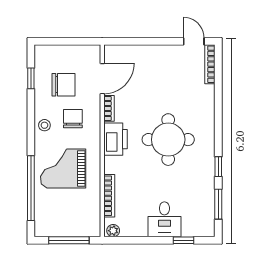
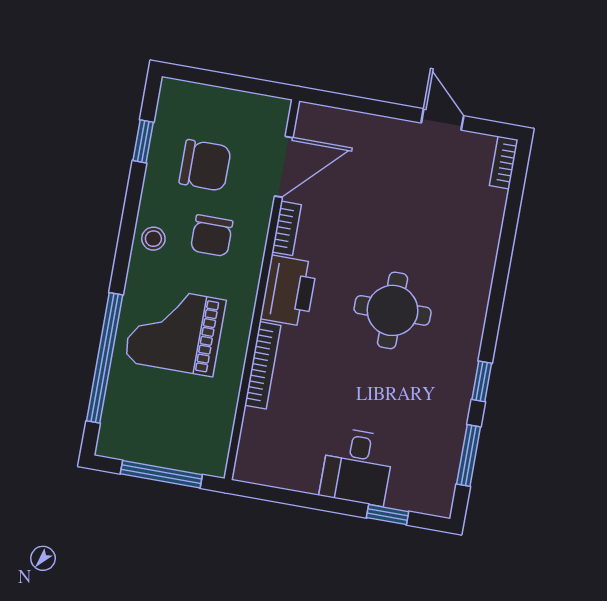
door: (194, 41) -> (442, 119), moved
bookcase: (210, 64) -> (504, 163), width x0.64
chair: (73, 119) -> (212, 236), turned 180
round table: (168, 140) -> (393, 310), width x0.73, depth x0.73
bookcase: (109, 196) -> (263, 365), moved
plant: (113, 231) -> (252, 471), removed

